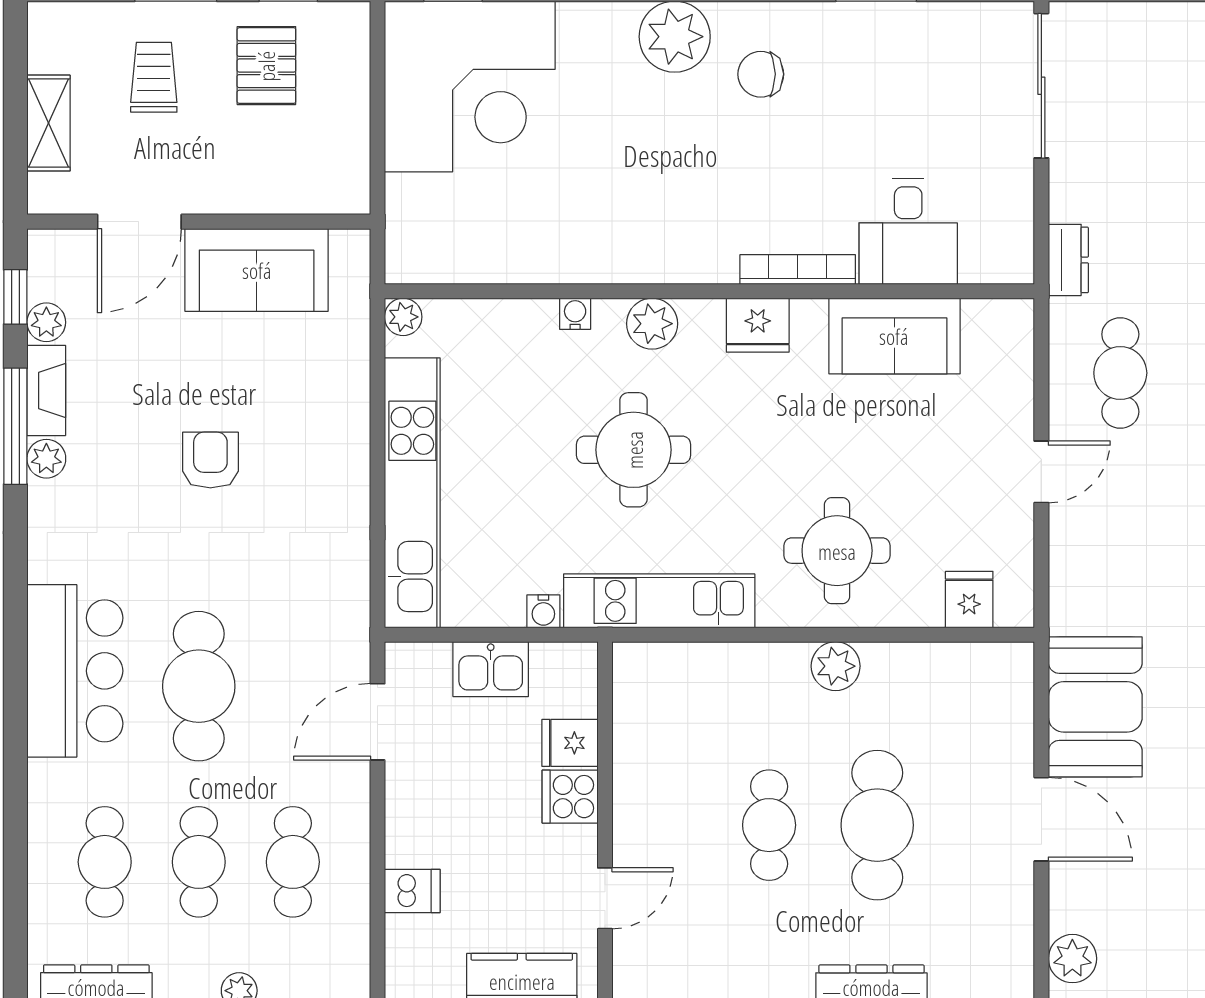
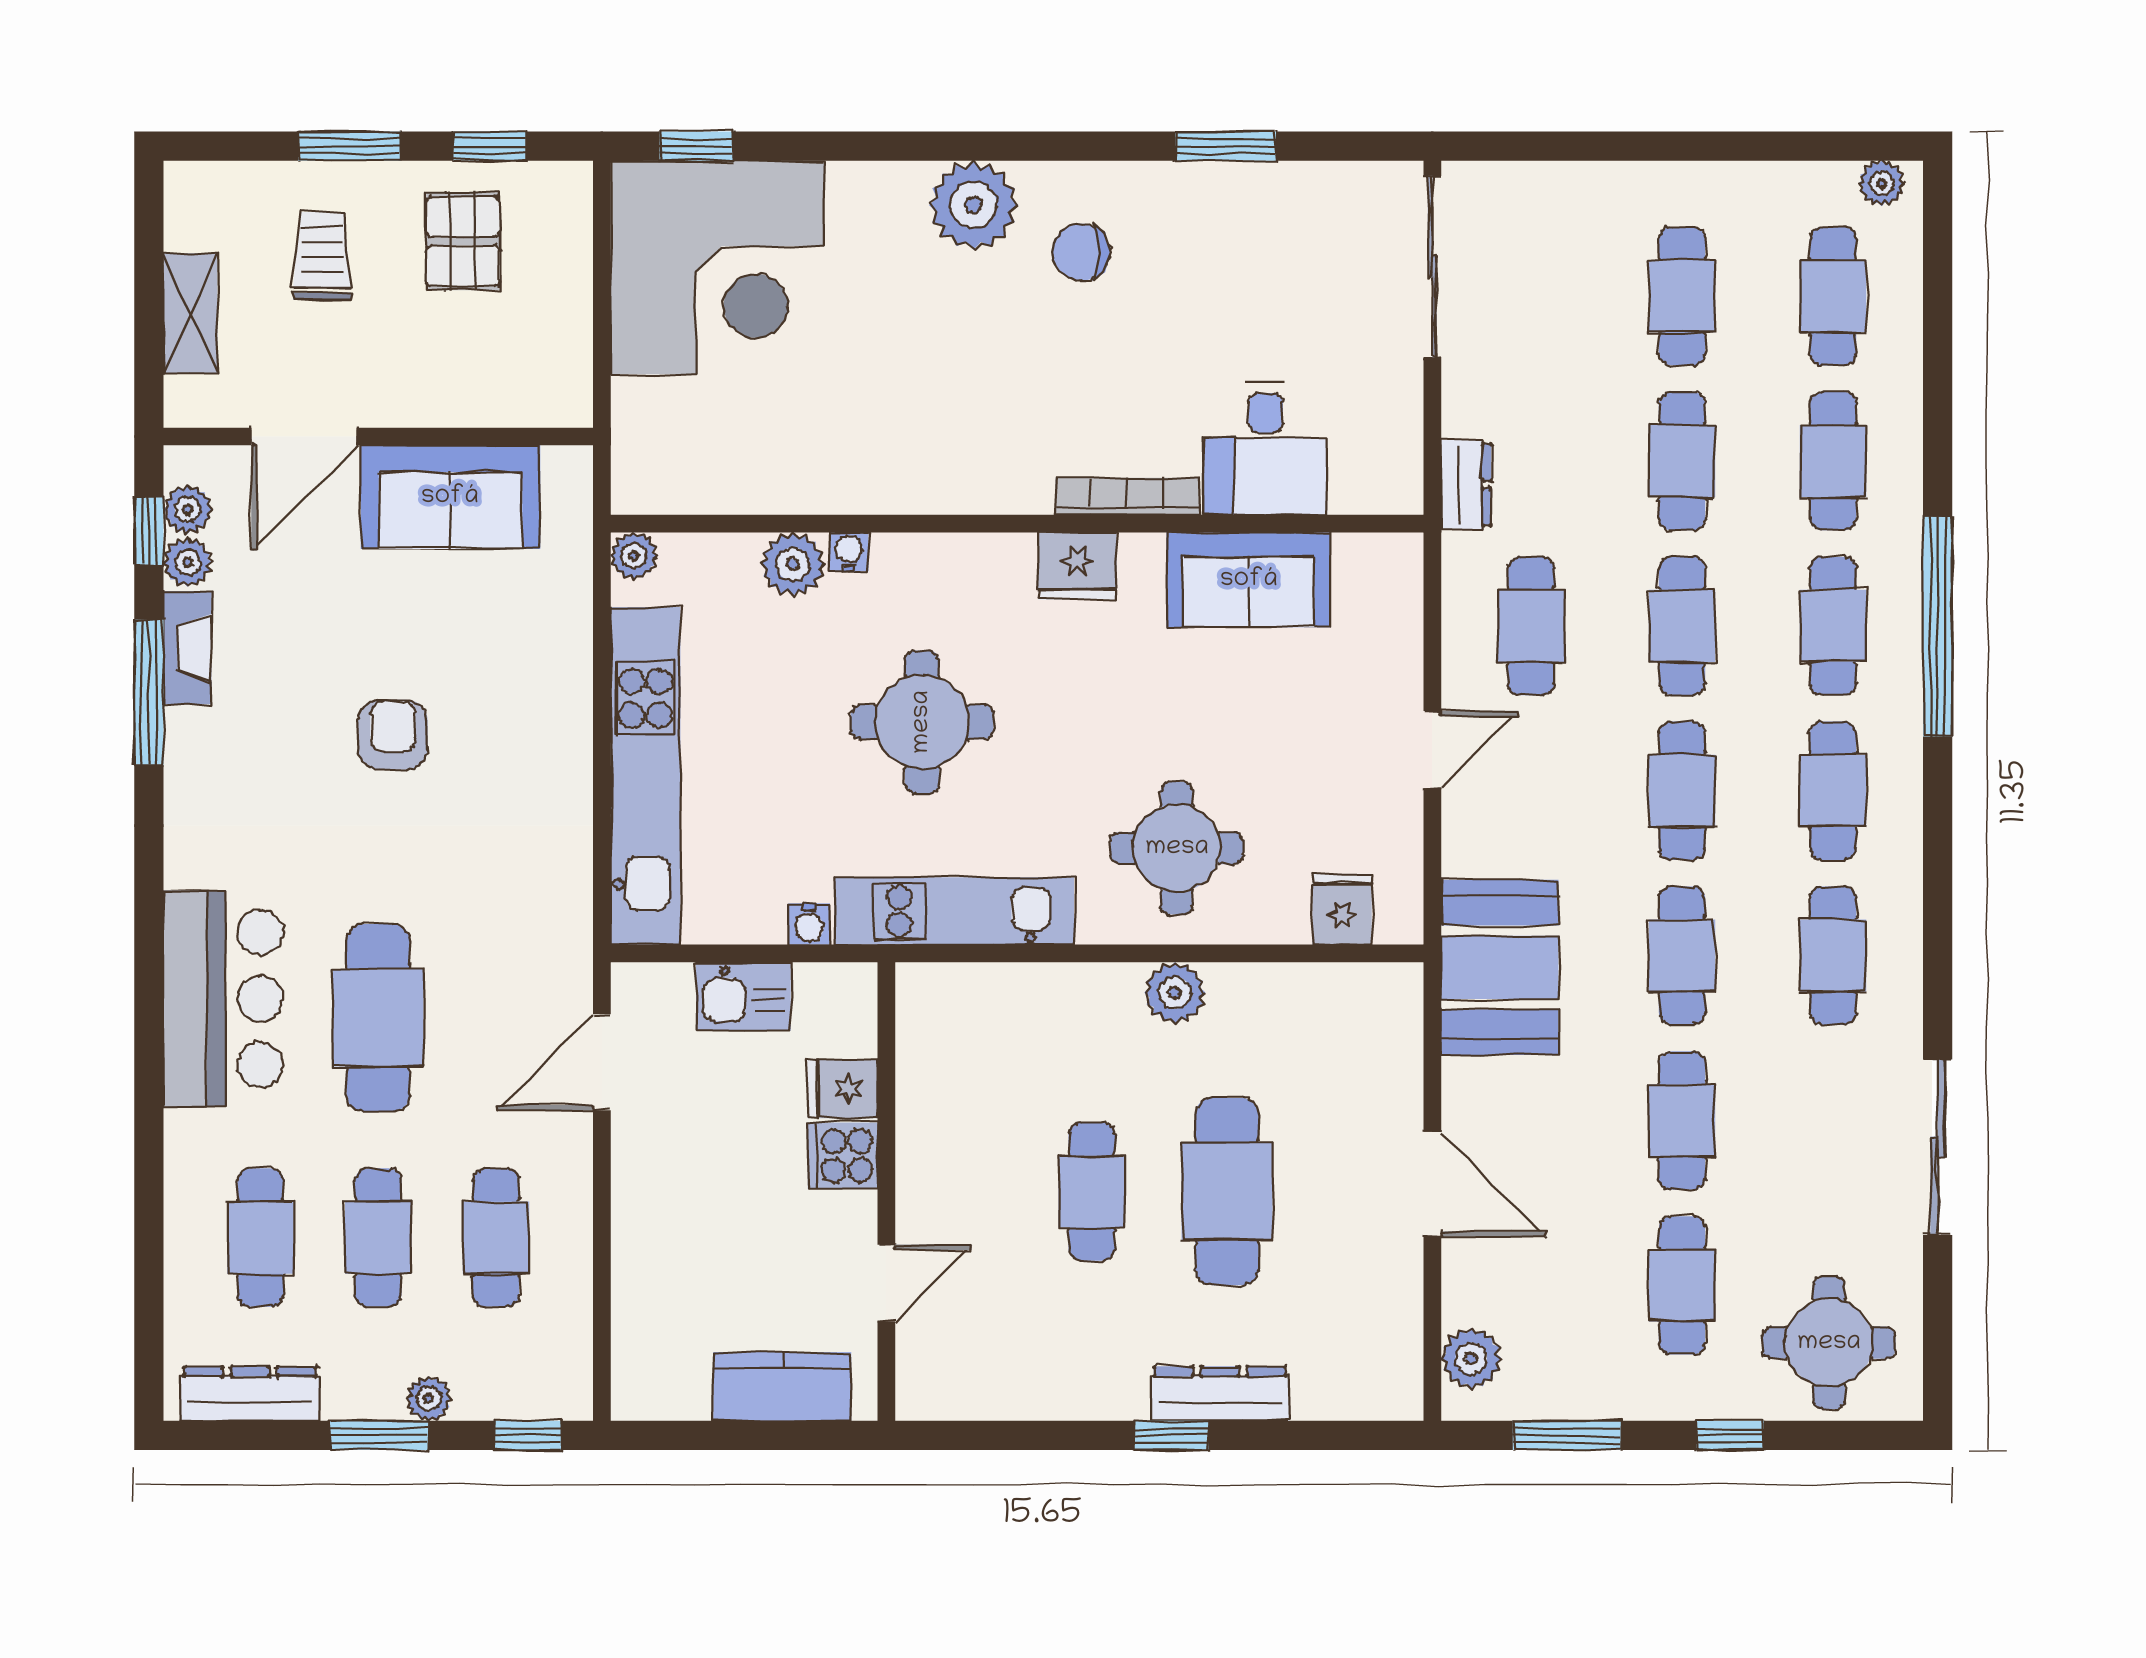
plant: (652, 324) -> (793, 564), moved
plant: (46, 459) -> (188, 509), moved
booth: (1095, 707) -> (1500, 967), moved
dishwasher: (412, 891) -> (645, 1274), removed

